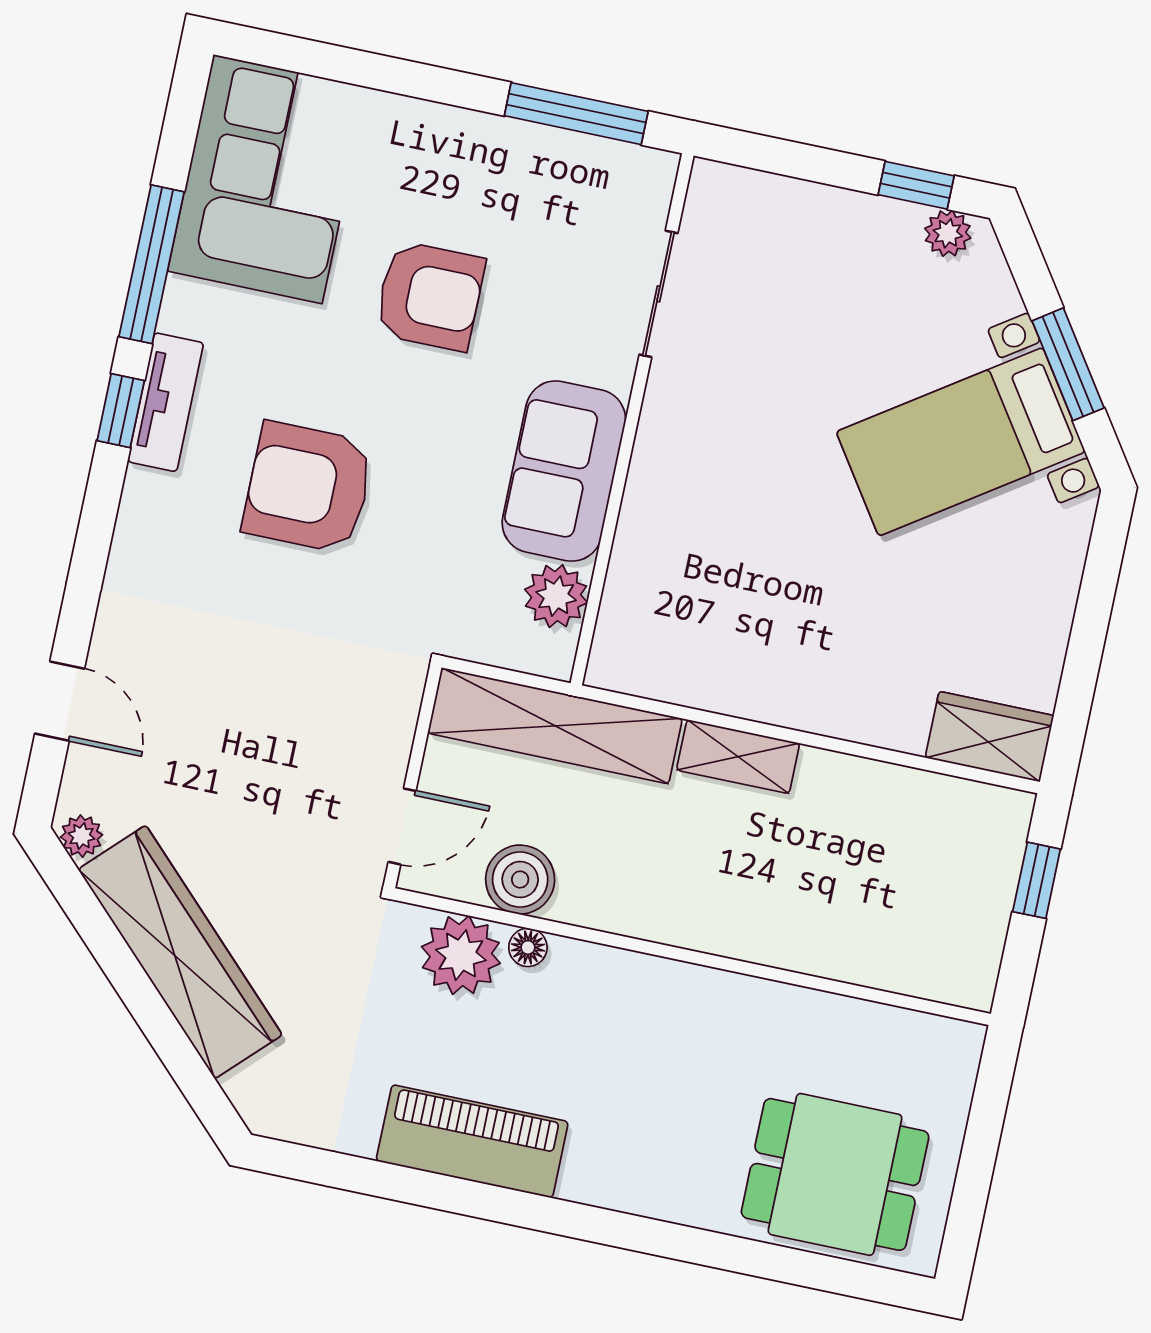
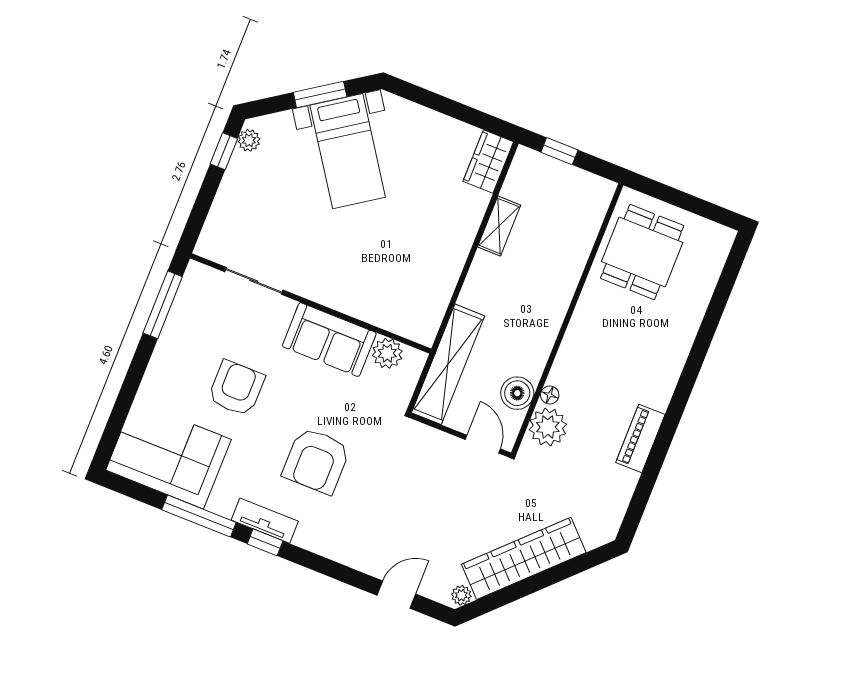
shelving: (738, 757) -> (499, 226), moved
piano: (472, 1141) -> (640, 439), width x0.73, depth x0.75
dining table: (835, 1174) -> (642, 252), moved

